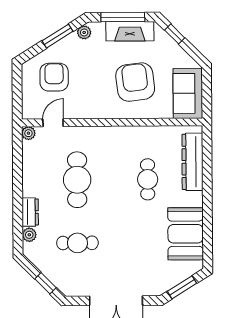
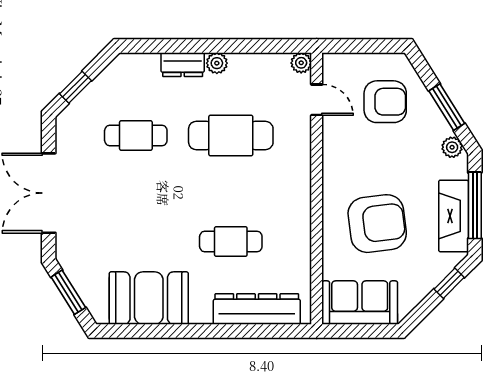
plant: (29, 235) -> (217, 63), moved
cafe table: (77, 243) -> (136, 136), turned 90

